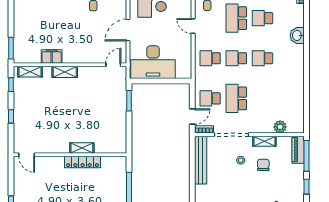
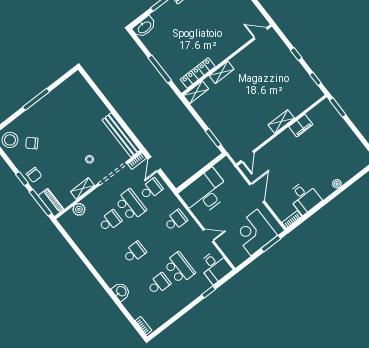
school desk: (236, 58) -> (110, 221), moved
desk: (153, 62) -> (205, 193), moved
shelving: (30, 72) -> (196, 92), moved
locker: (83, 162) -> (198, 73), moved
chair: (263, 165) -> (34, 175), moved

